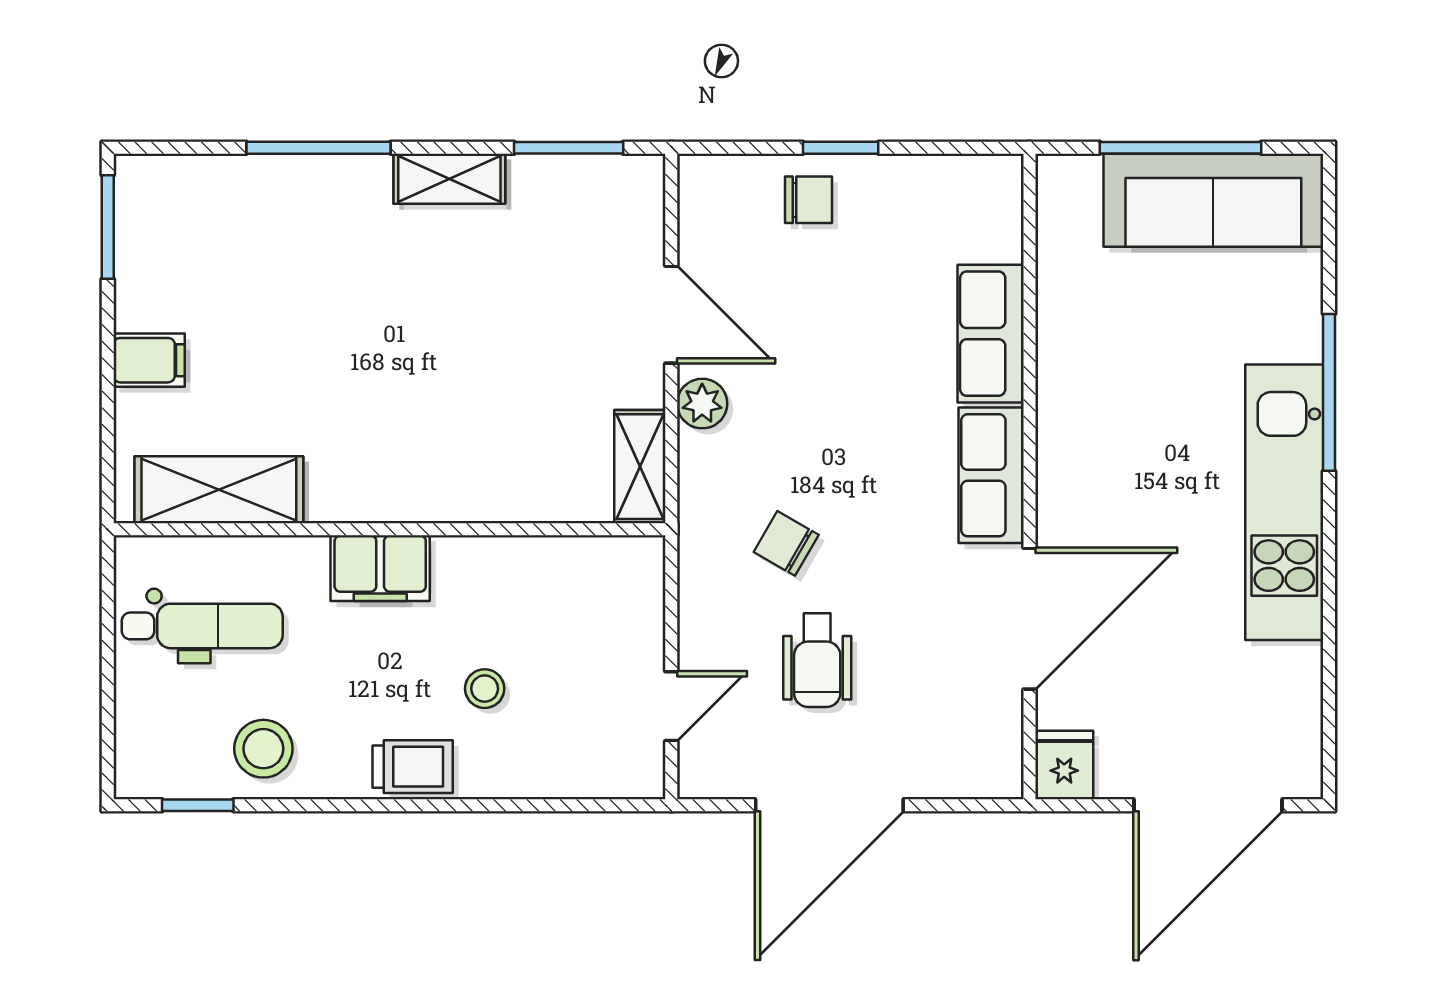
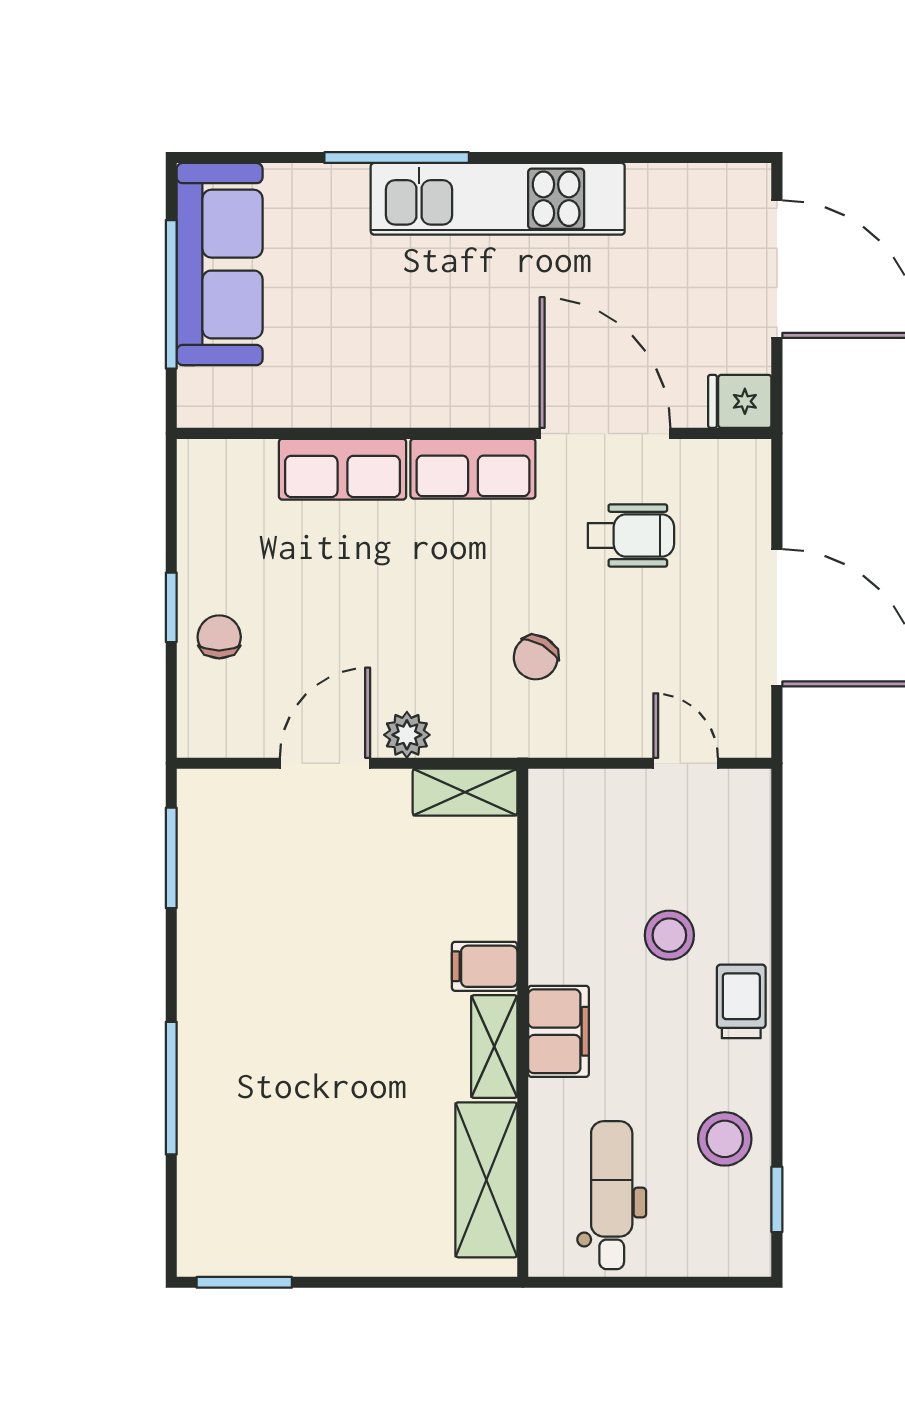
shelving: (449, 179) -> (494, 1047), moved
filing cabinet: (149, 360) -> (485, 966), moved, turned -90
wheelchair: (817, 660) -> (631, 536), moved
stool: (485, 689) -> (669, 935), width x1.37, depth x1.37

